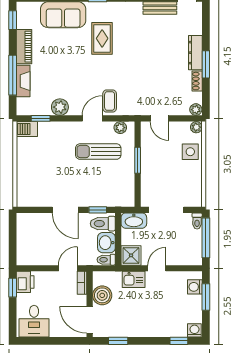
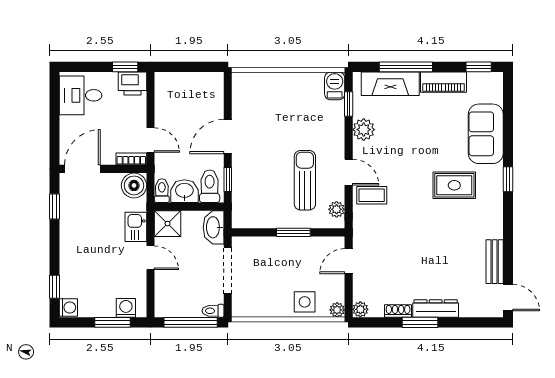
fireplace: (23, 81) -> (390, 84), width x1.37, depth x1.32
boiler: (102, 295) -> (134, 185), moved

